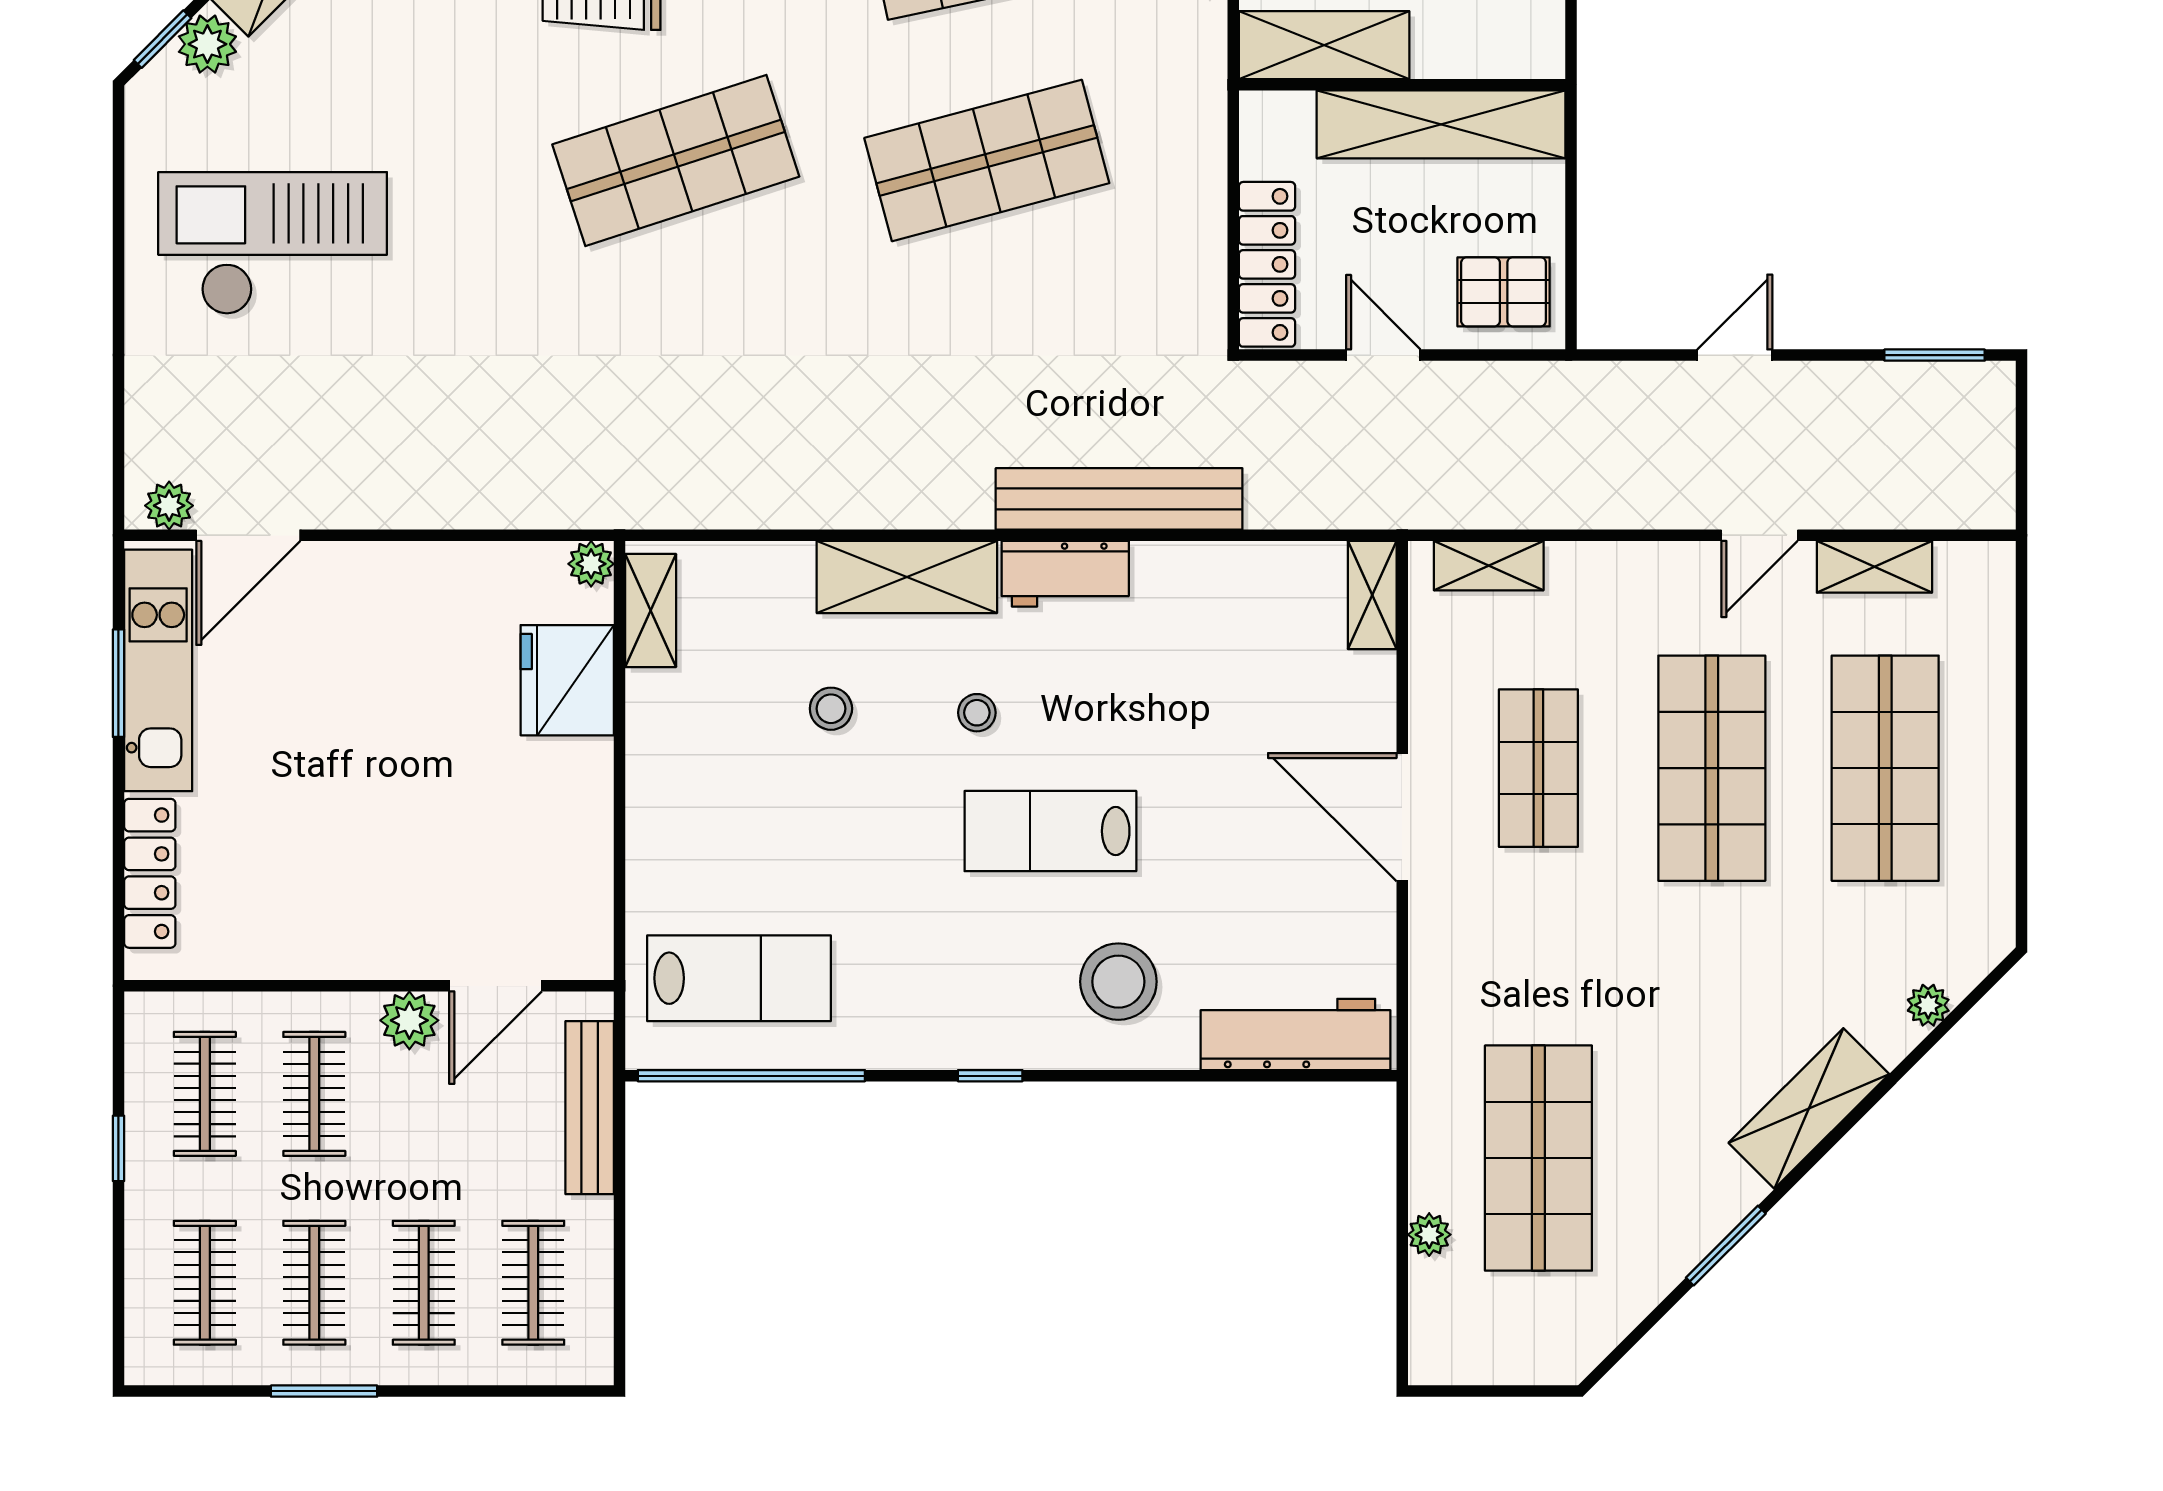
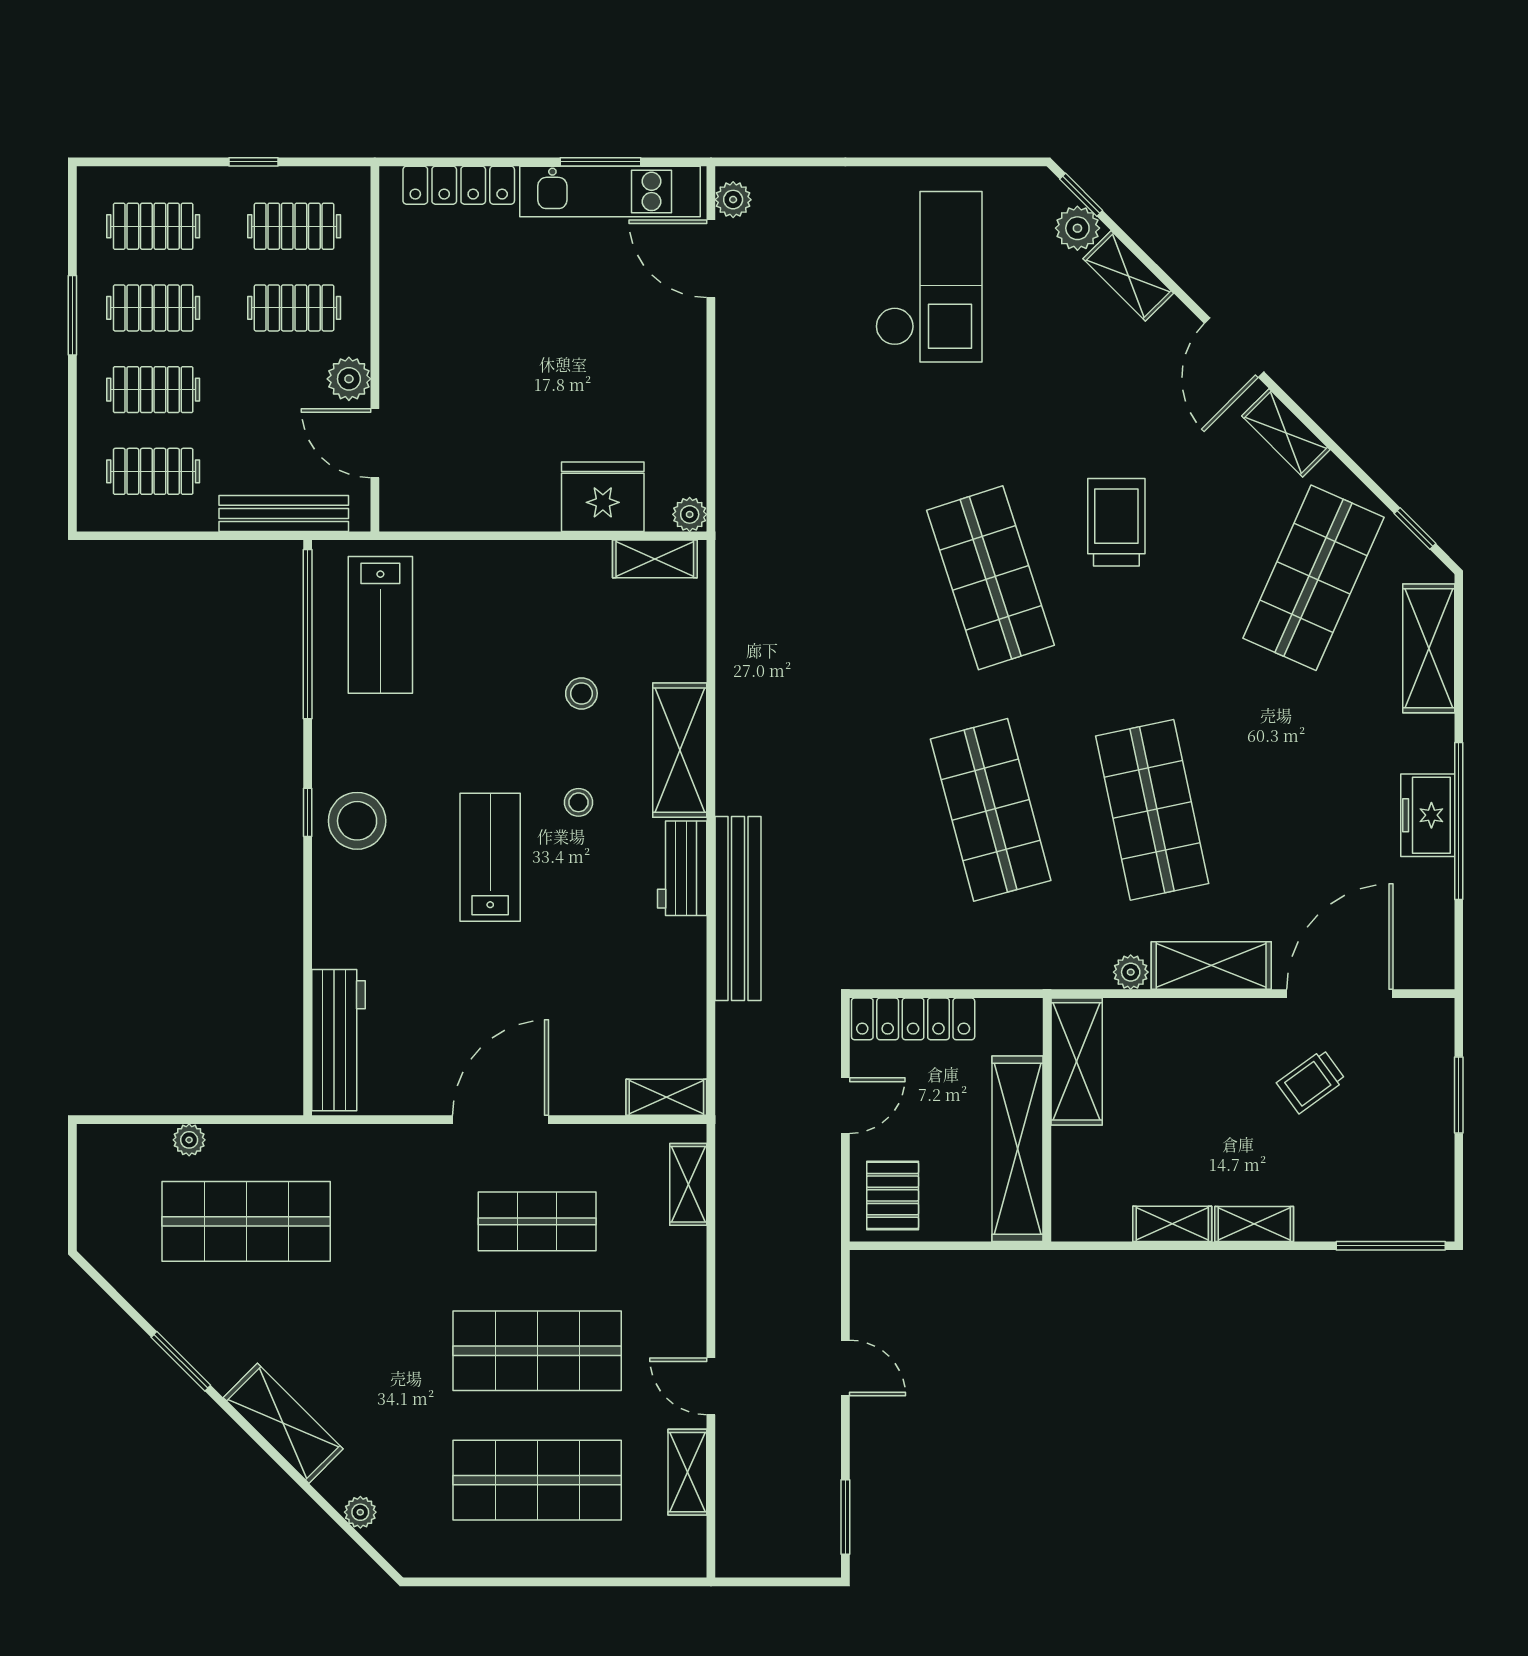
stool: (1118, 982) -> (357, 821), moved

